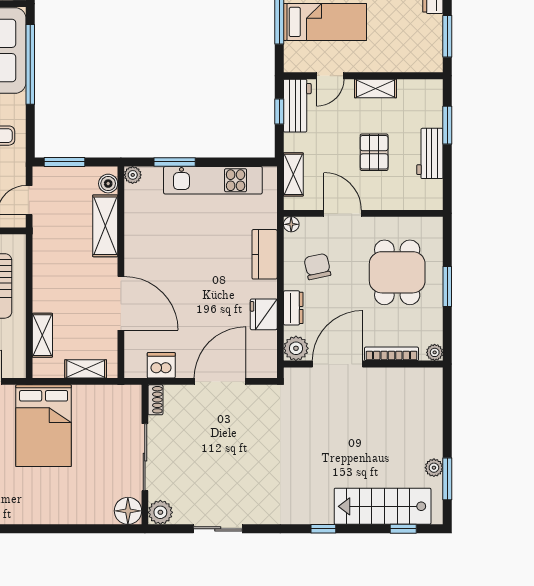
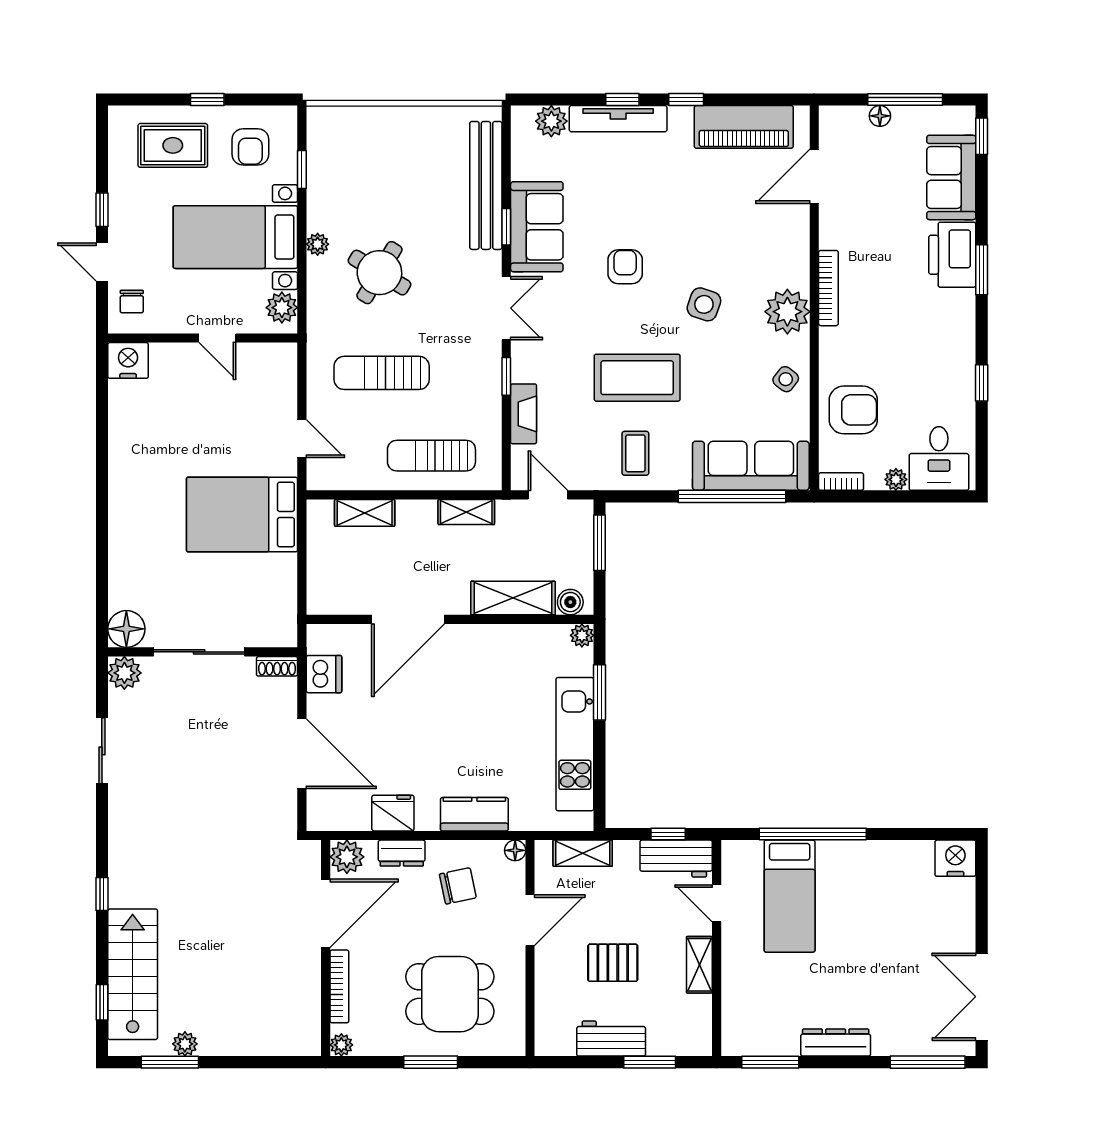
door: (338, 364) -> (326, 913), hinge flipped
shelving: (86, 369) -> (466, 512), moved, turned 90

